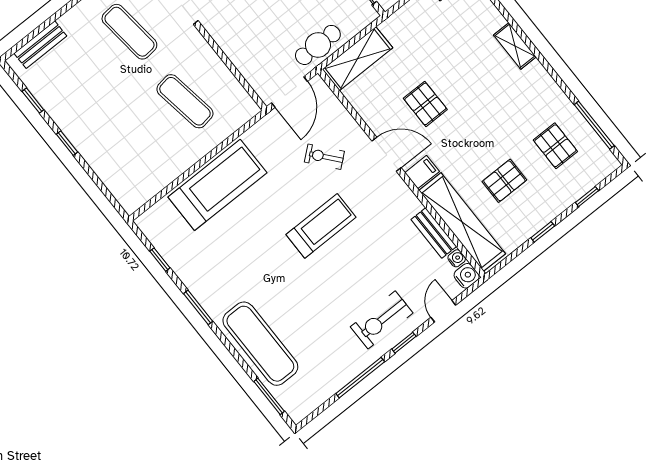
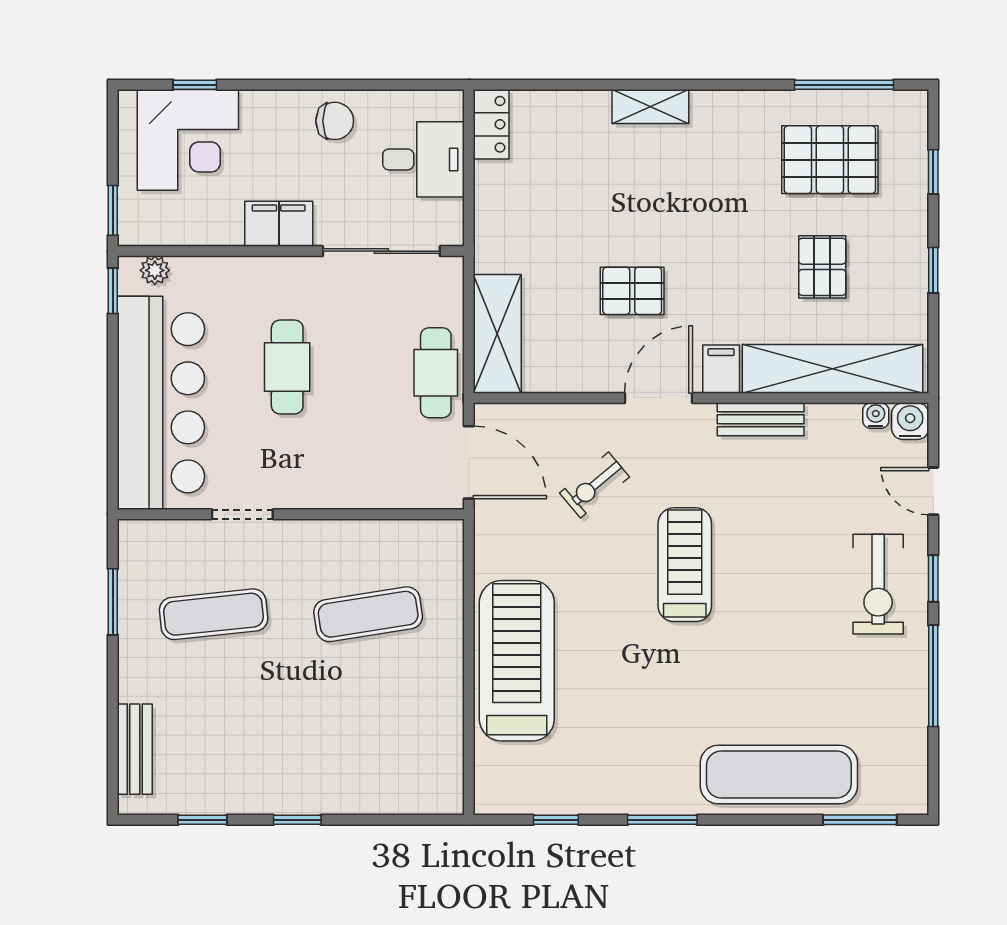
pallet: (555, 146) -> (830, 160), width x1.50, depth x1.42
bench: (434, 233) -> (761, 419), moved

